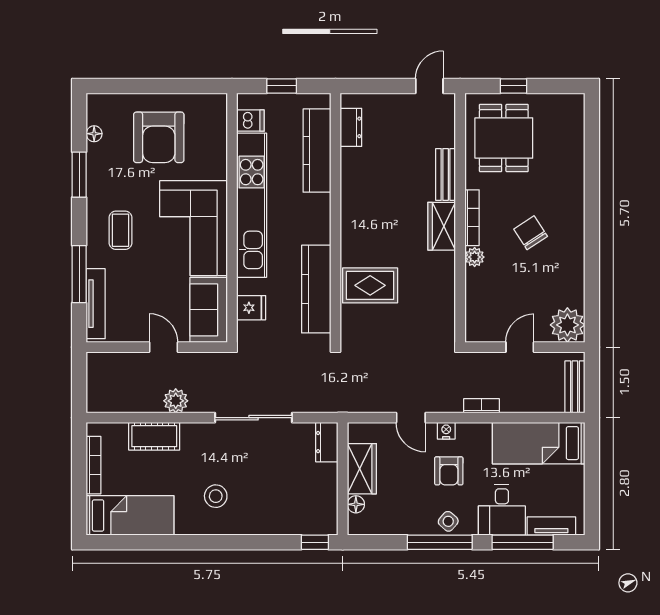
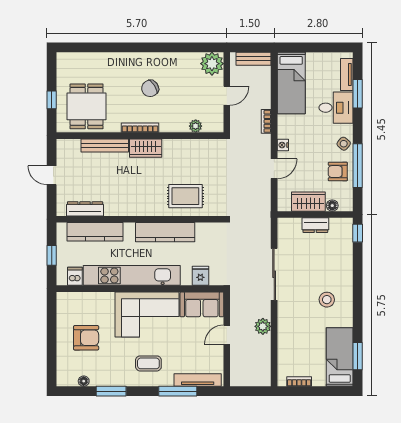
door: (429, 86) -> (52, 175), moved
dresser: (351, 127) -> (85, 209), width x1.44
armchair: (159, 137) -> (86, 338), width x0.73, depth x0.73
dining table: (504, 138) -> (87, 106), turned 90
bench: (446, 175) -> (105, 145), width x1.36
plant: (475, 257) -> (196, 126), moved
rug: (370, 285) -> (185, 196), turned 90
kitchen counter: (316, 289) -> (165, 232), moved
door: (520, 347) -> (227, 96), swing flipped
cot: (154, 436) -> (287, 341), removed
dresser: (327, 442) -> (315, 225), moved
bookcase: (94, 465) -> (299, 382), width x0.64
armchair: (449, 471) -> (338, 172), moved, turned 180
window: (131, 542) -> (358, 356), added
window: (440, 542) -> (358, 166), moved
window: (523, 542) -> (358, 94), width x0.69

